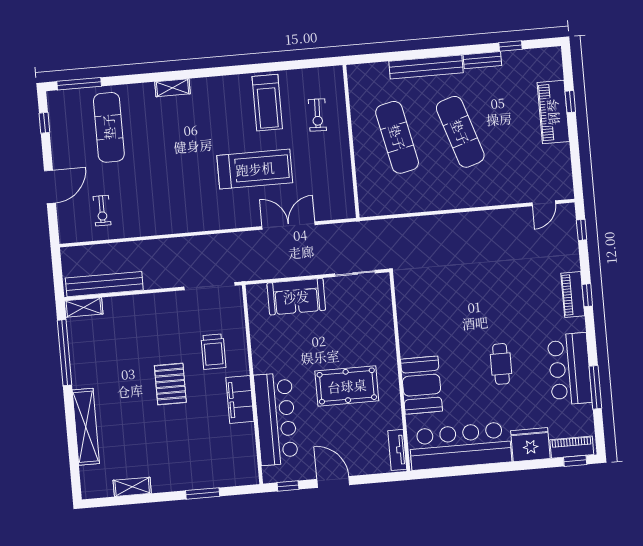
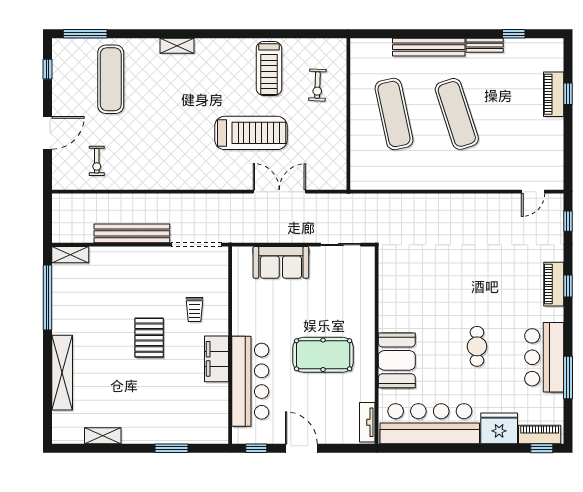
piano: (553, 112) -> (554, 94), width x0.73, depth x0.75
bench: (104, 284) -> (132, 233), moved
trolley: (213, 352) -> (195, 309), width x0.73, depth x0.72

